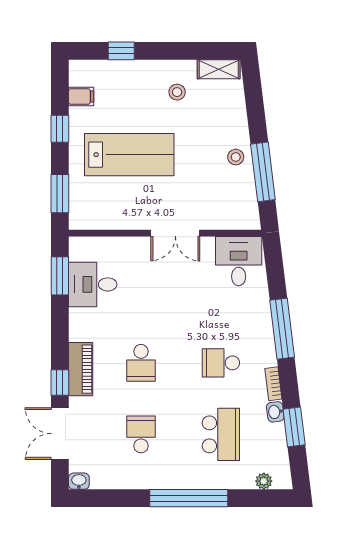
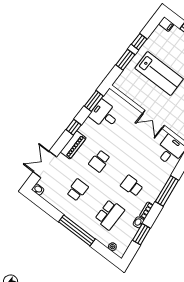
filing cabinet: (81, 97) -> (166, 24), moved
window: (60, 194) -> (125, 60), moved
window: (60, 382) -> (74, 127), moved

